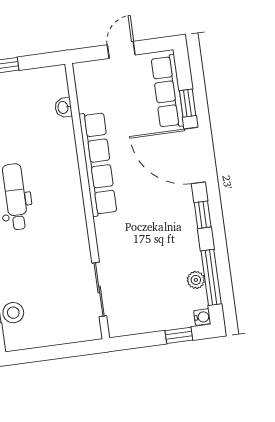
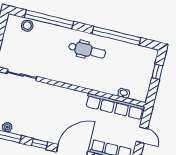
row of seats: (98, 164) -> (115, 106), moved

